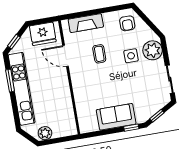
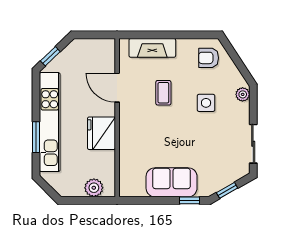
armchair: (127, 23) -> (209, 58), turned 90
fridge: (43, 34) -> (101, 133), moved, turned 90
plant: (153, 50) -> (243, 94), width x0.53, depth x0.53
window: (10, 81) -> (36, 137), moved
plant: (45, 133) -> (94, 188), moved

